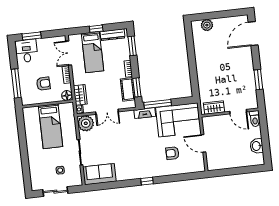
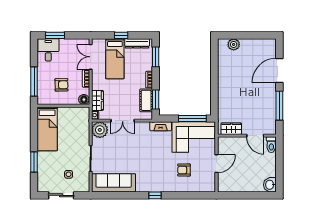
door: (253, 34) -> (279, 70), moved
window: (258, 80) -> (279, 106), width x1.44
window: (158, 104) -> (192, 119), moved
bed: (51, 126) -> (47, 129), moved
door: (203, 143) -> (216, 164), swing flipped
washbasin: (257, 146) -> (270, 185), moved
window: (25, 162) -> (34, 162), added
sofa: (99, 174) -> (114, 183), width x1.36

